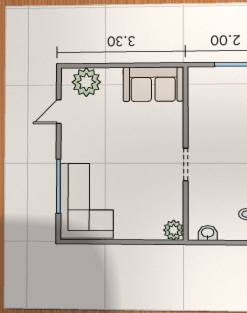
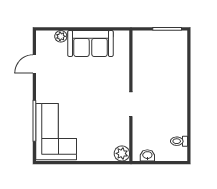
plant: (86, 82) -> (61, 36), width x0.53, depth x0.53
sofa: (153, 84) -> (90, 43), moved

